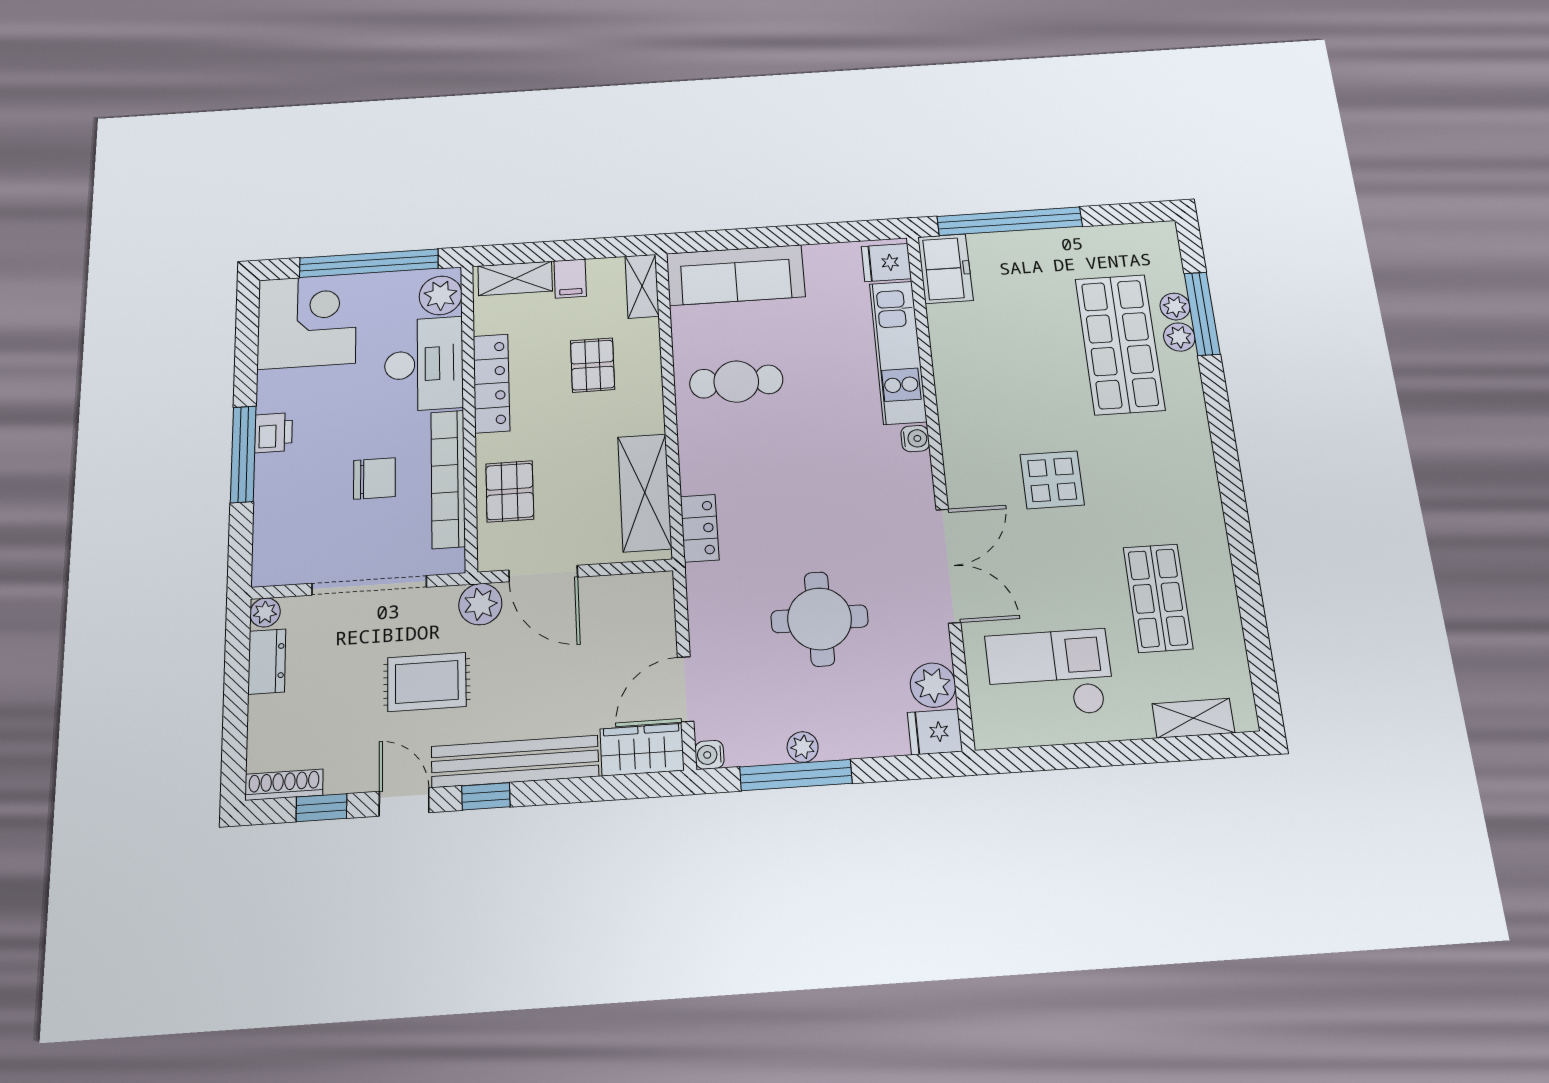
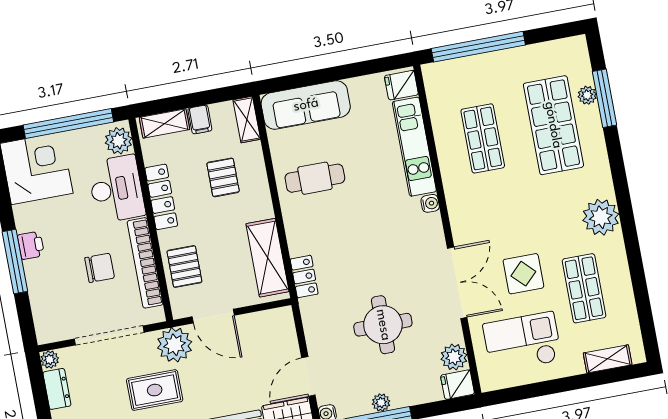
freezer: (945, 269) -> (440, 85), removed
plant: (1179, 337) -> (601, 217), moved, width x1.88, depth x1.88
shop shelf: (1007, 352) -> (483, 138), added
display table: (1052, 480) -> (523, 274), moved
plant: (480, 604) -> (175, 345), width x1.36, depth x1.36

